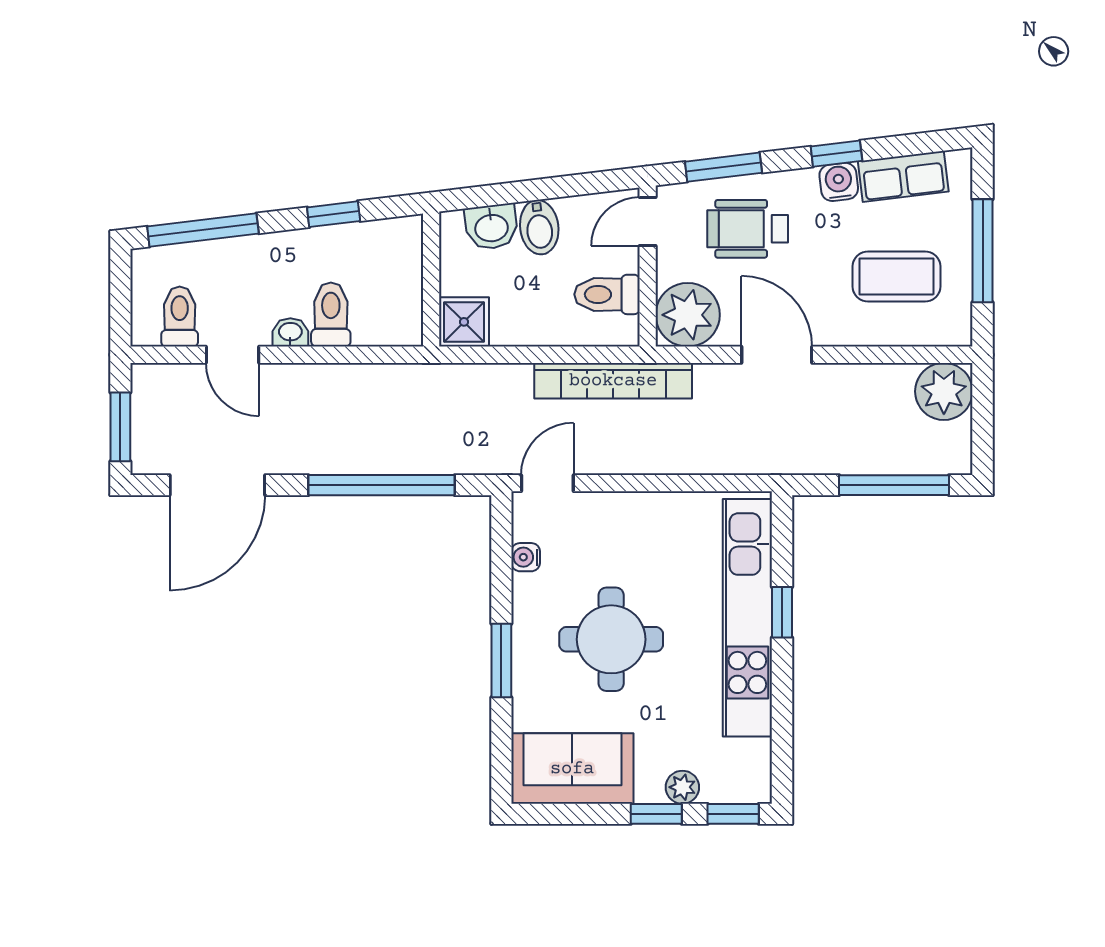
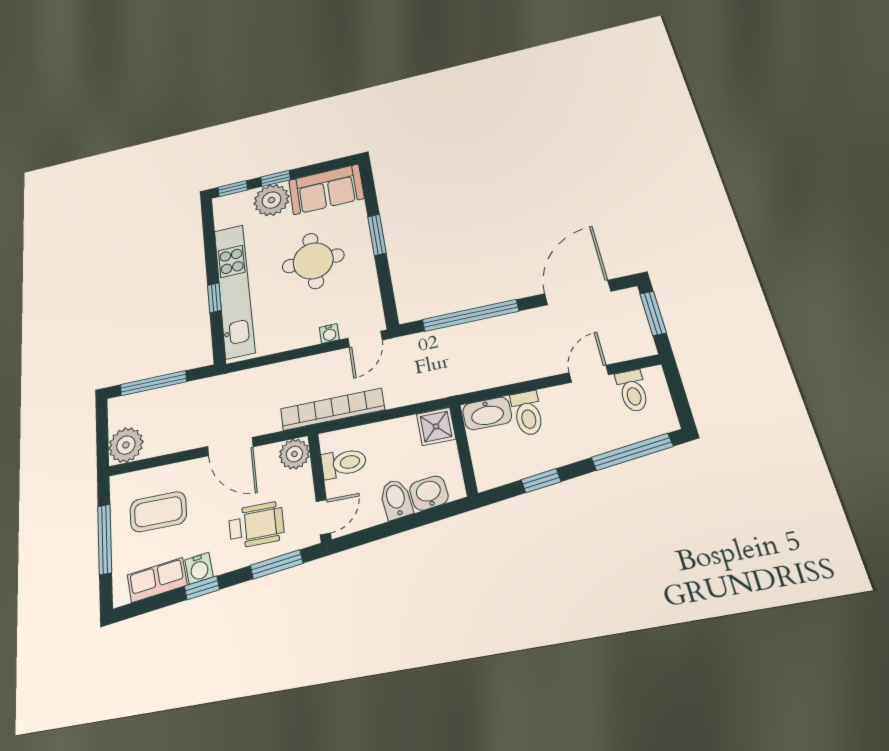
plant: (688, 315) -> (294, 454), width x0.73, depth x0.73
washbasin: (290, 332) -> (487, 413), moved, width x1.91, depth x1.45
door: (232, 355) -> (589, 374), hinge flipped
water cooler: (526, 557) -> (329, 333), moved, turned 90
plant: (682, 787) -> (272, 200), width x1.87, depth x1.87

